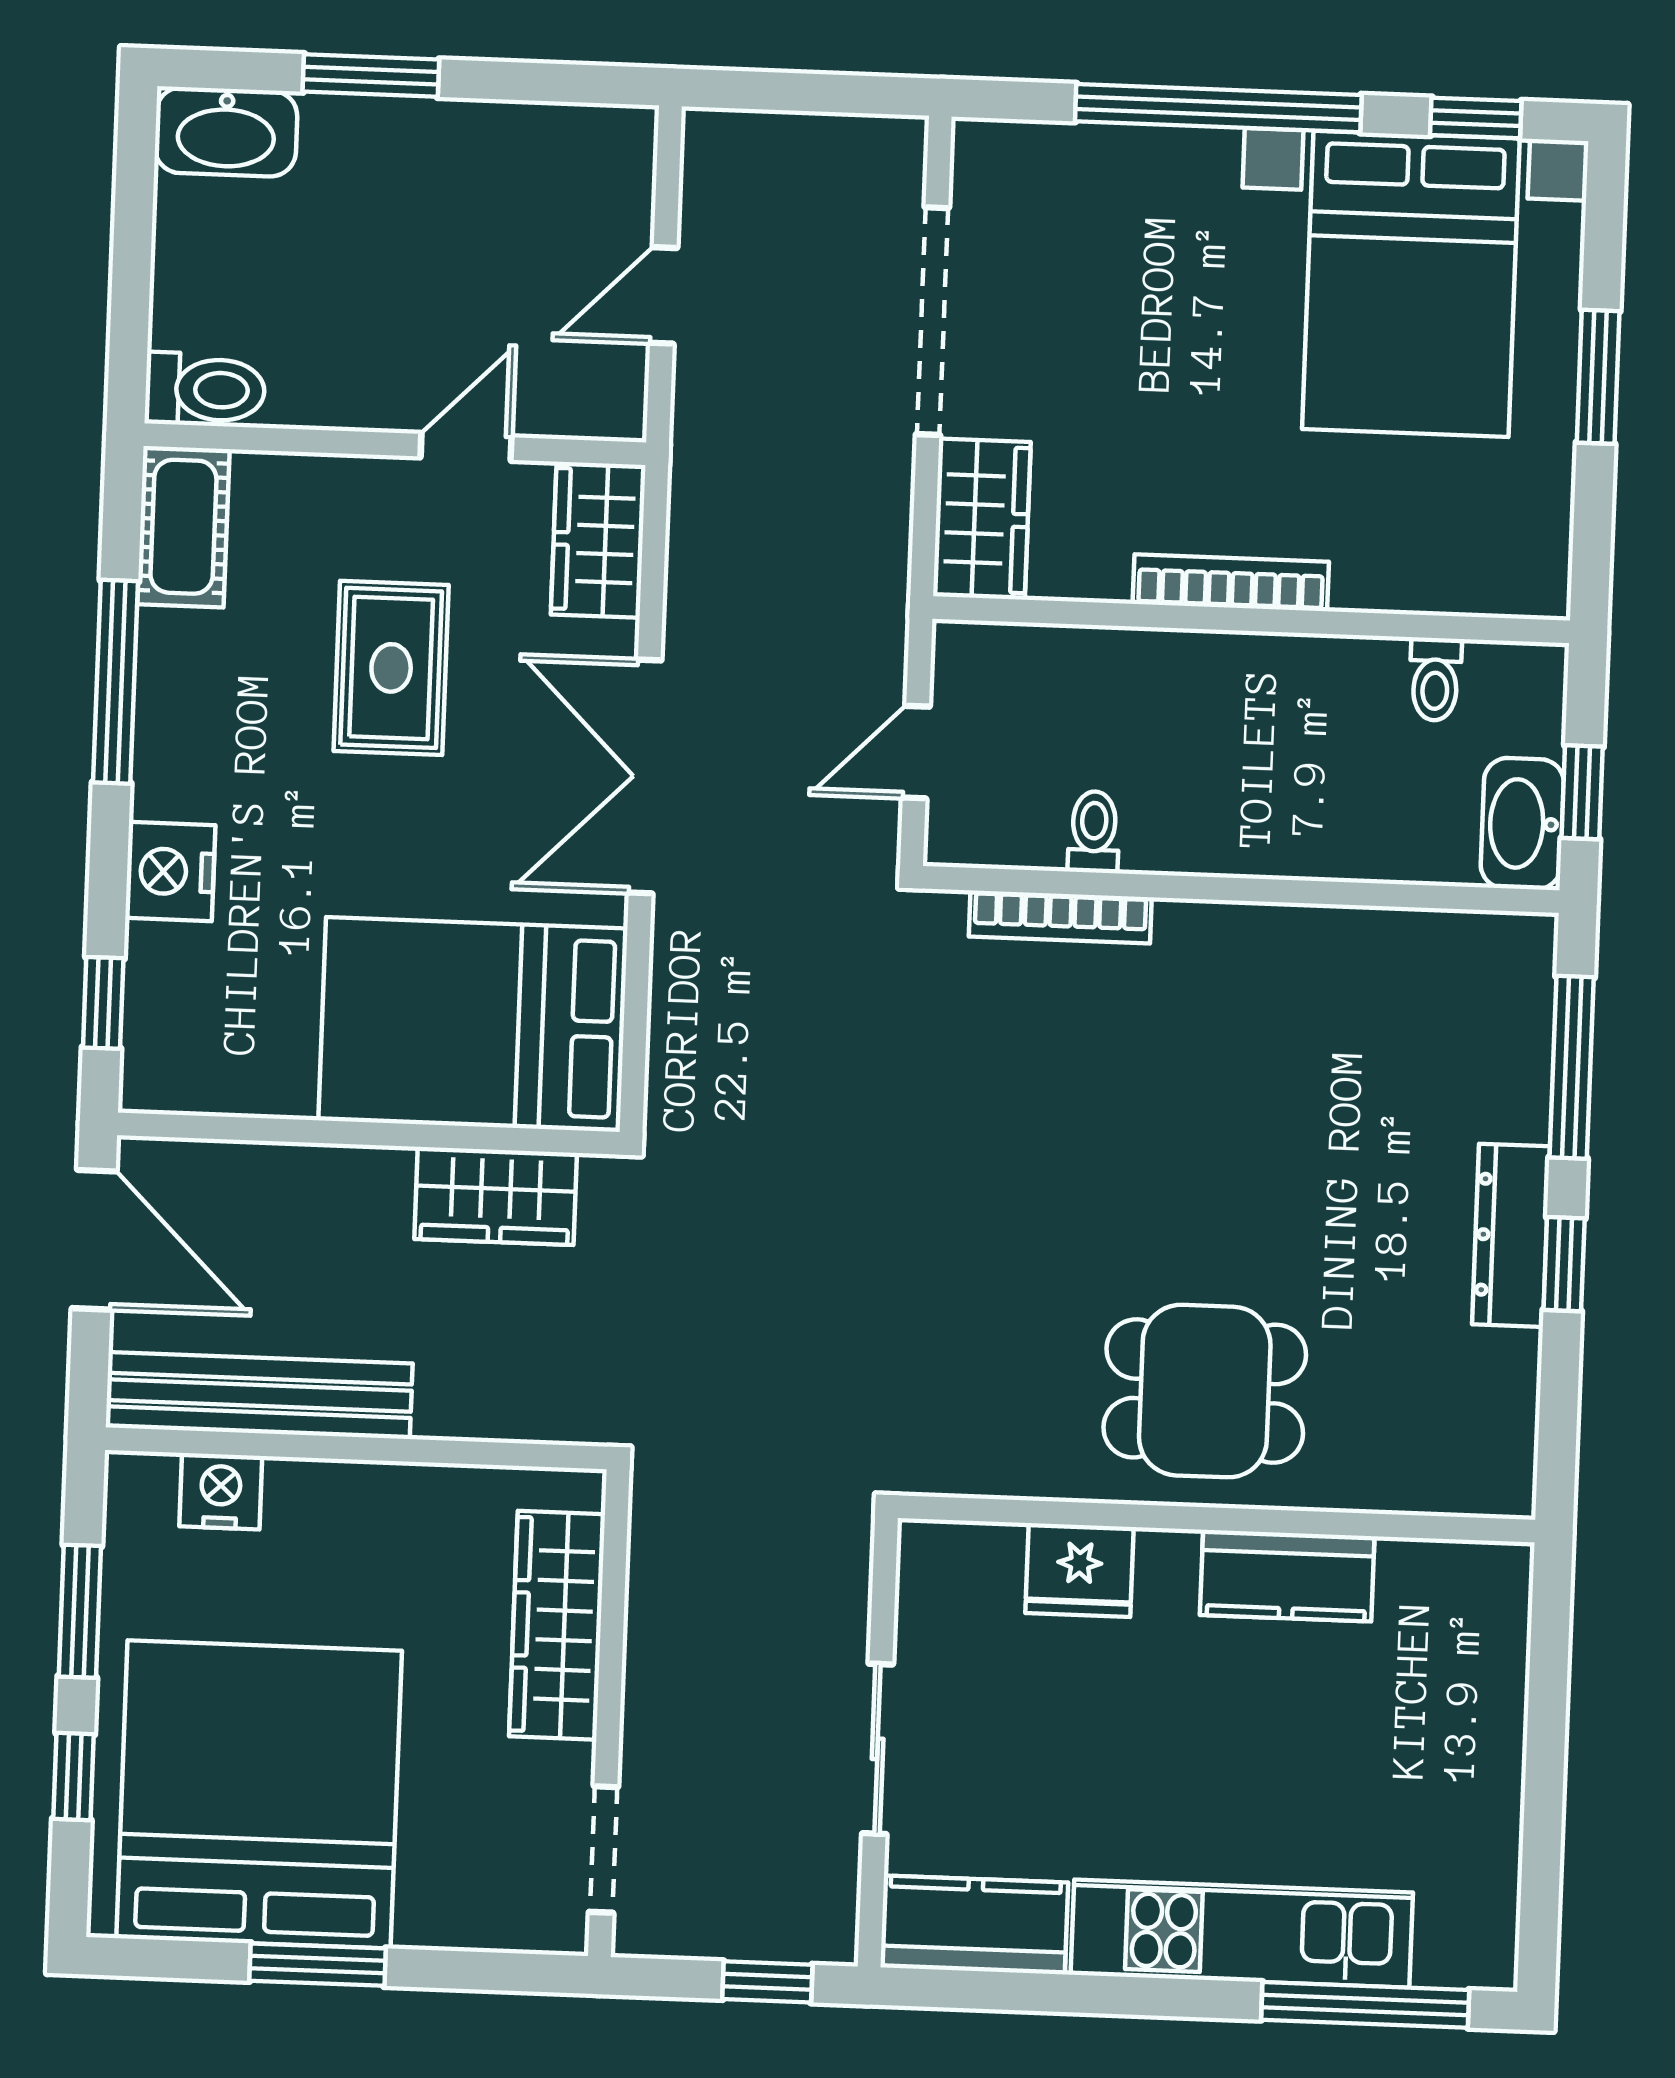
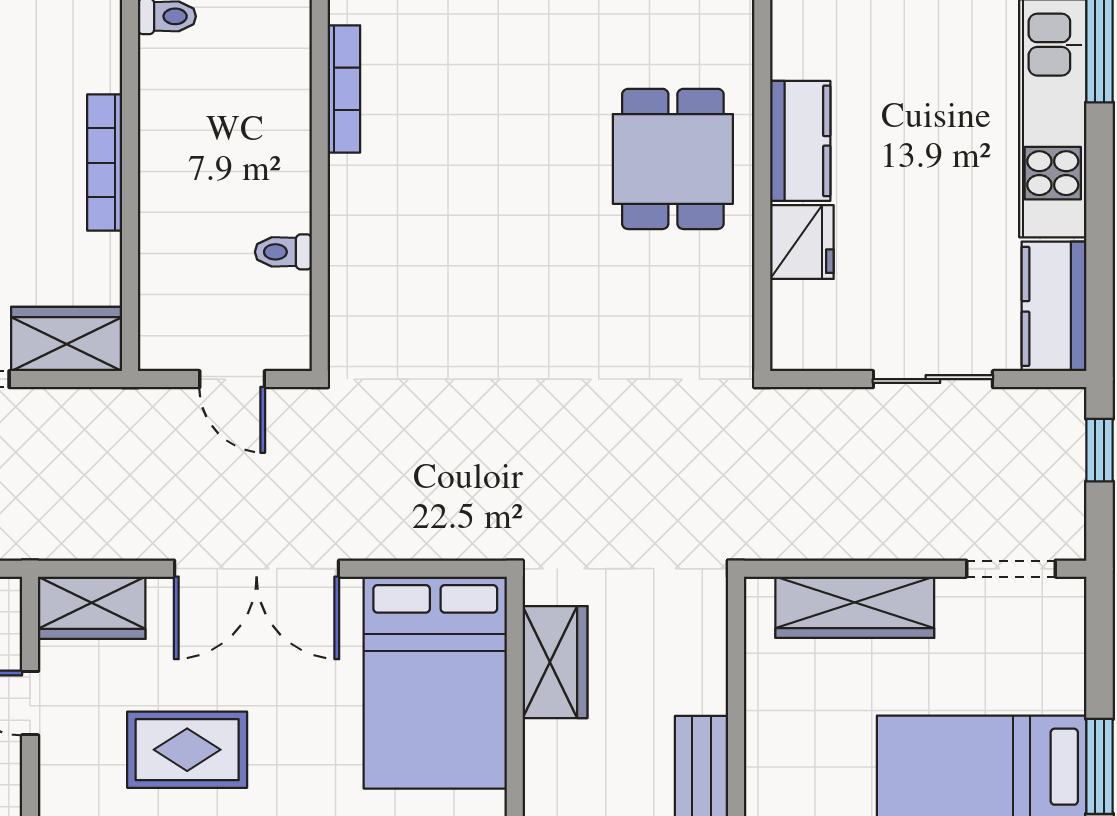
bookcase: (1060, 917) -> (344, 89), moved
kitchen counter: (1287, 1576) -> (800, 141), moved

